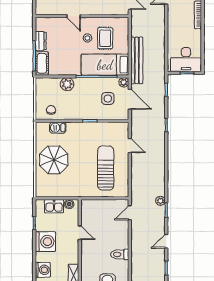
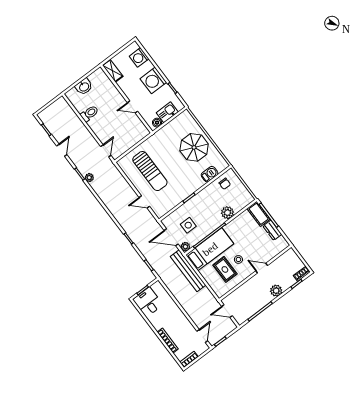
desk: (186, 60) -> (148, 302), width x0.73

